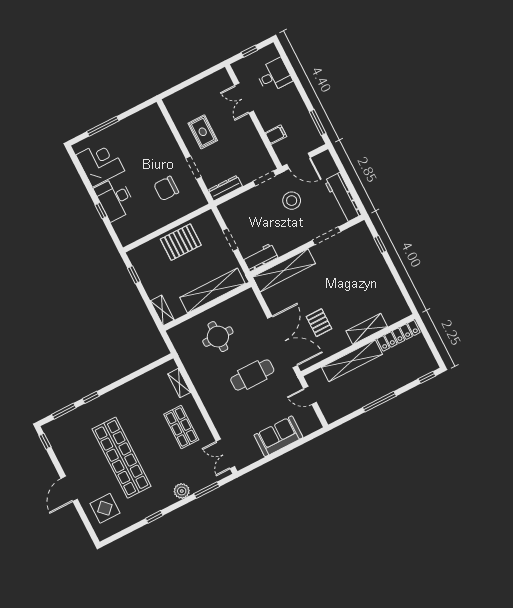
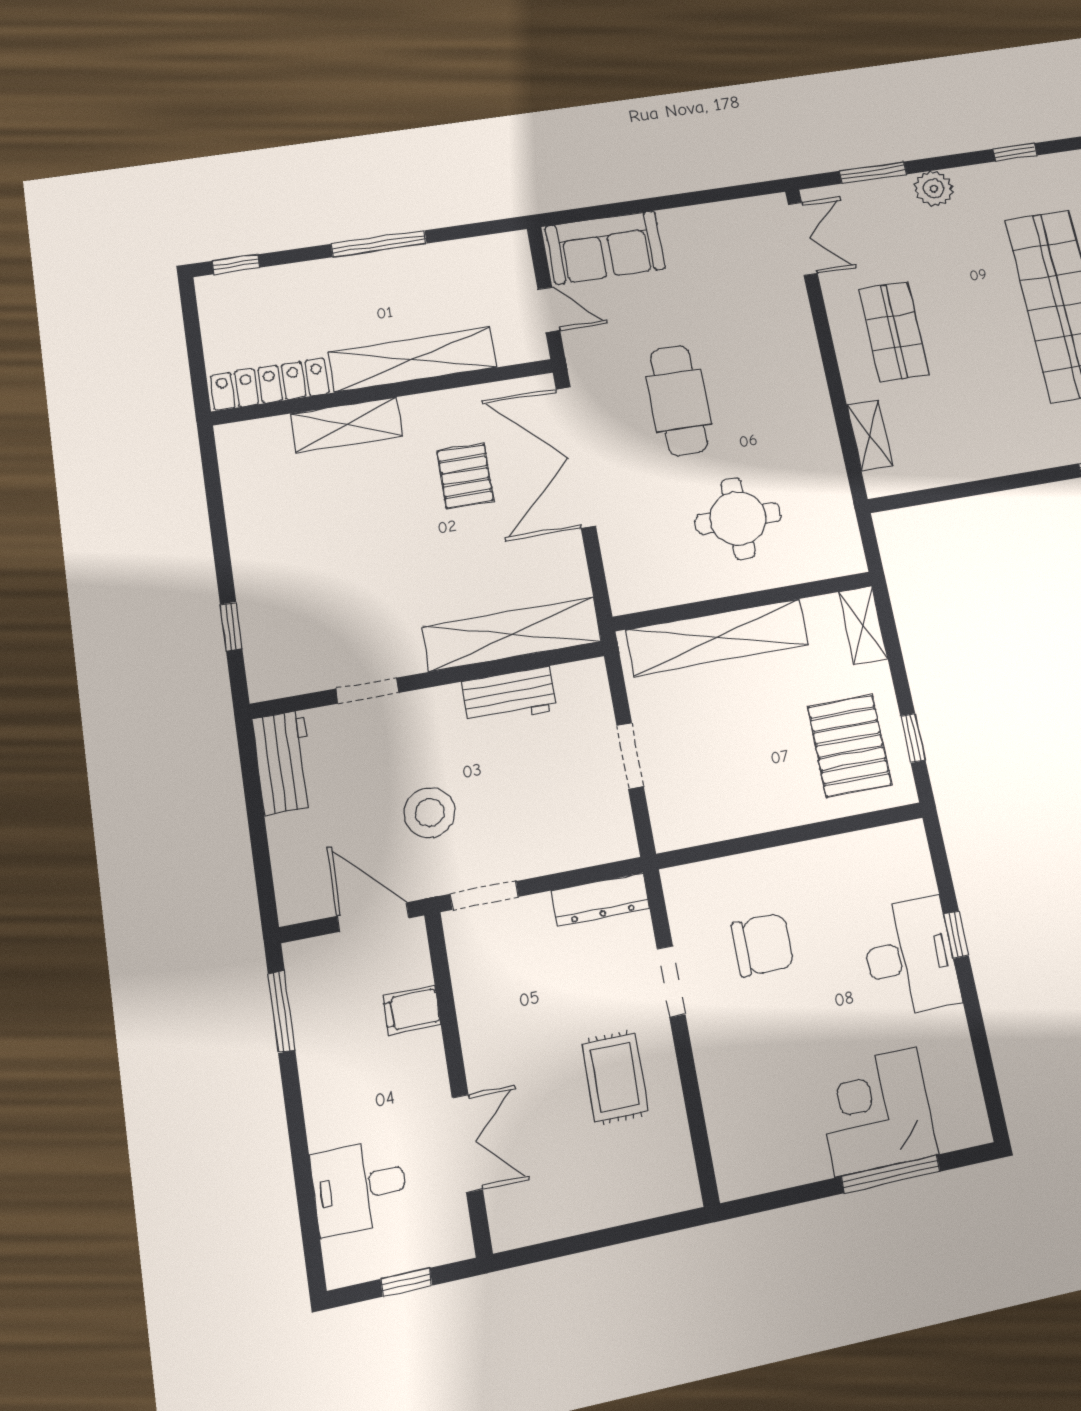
corner desk: (100, 163) -> (876, 1112), moved, turned 90
workbench: (343, 198) -> (284, 762), width x0.73
doorway: (327, 236) -> (367, 691), width x0.73
pallet: (181, 242) -> (850, 746), moved, turned 90
workbench: (260, 257) -> (509, 696), moved
cafe table: (252, 375) -> (679, 400), turned 90
sofa: (278, 436) -> (605, 248), moved

